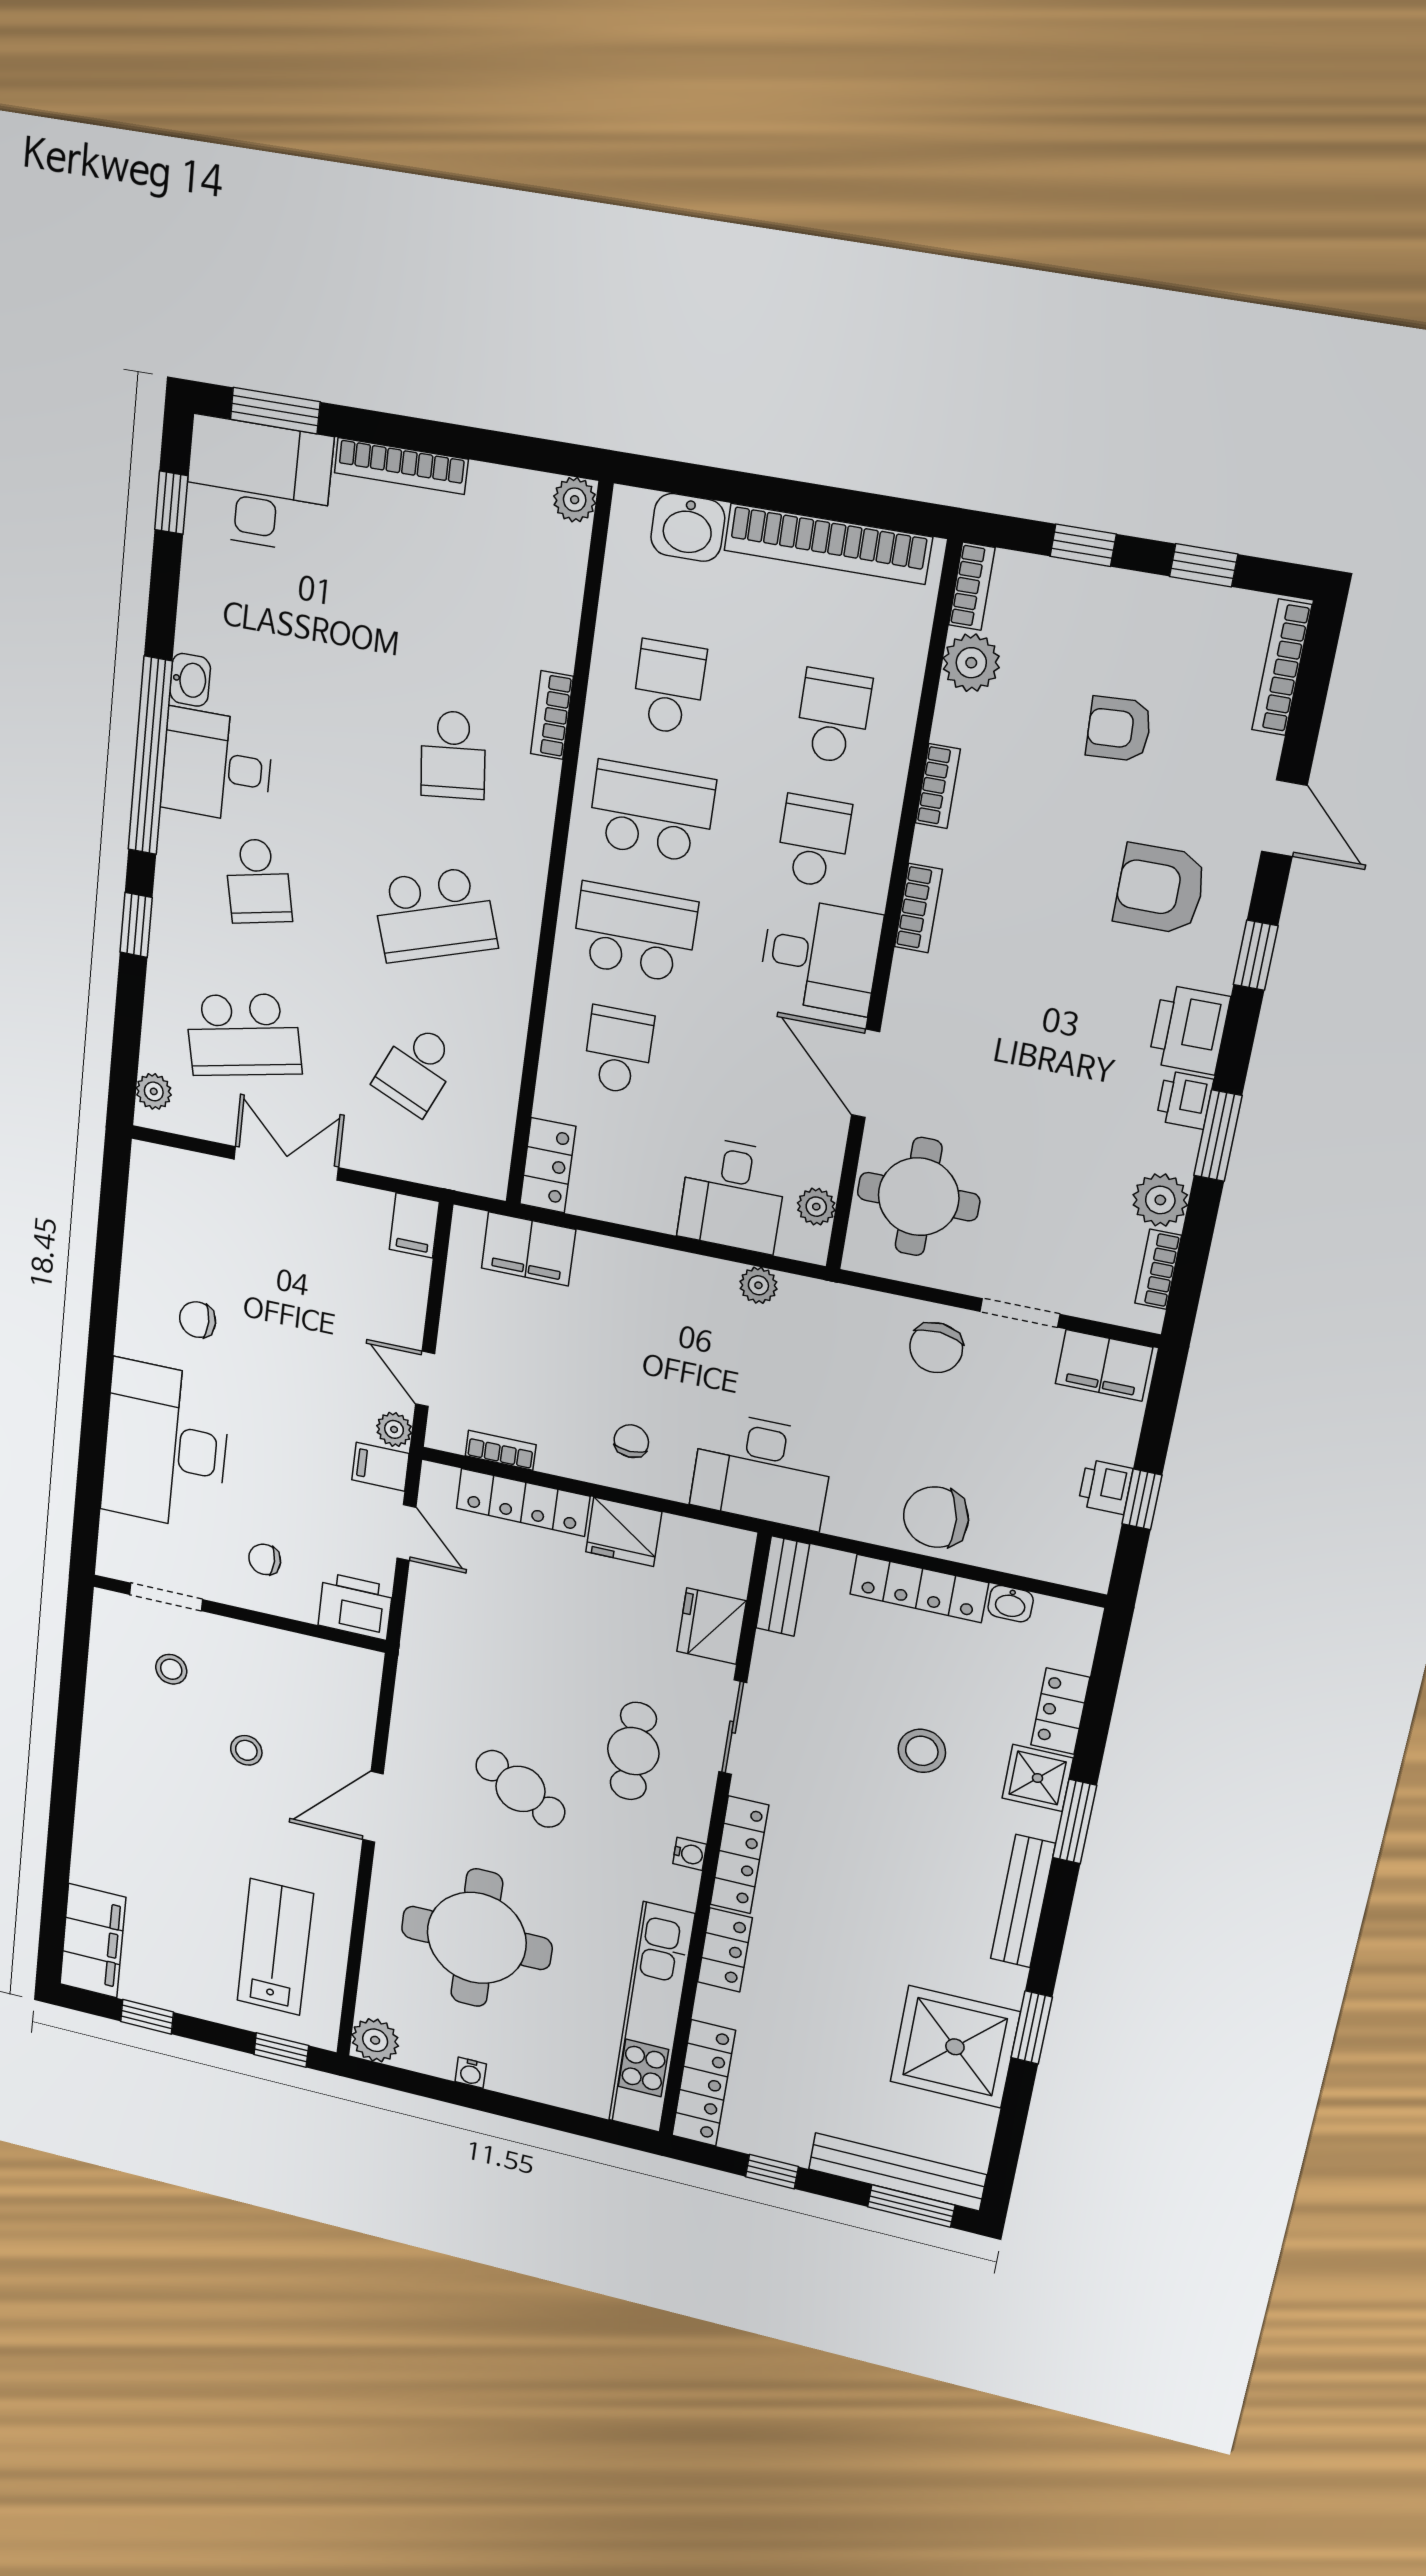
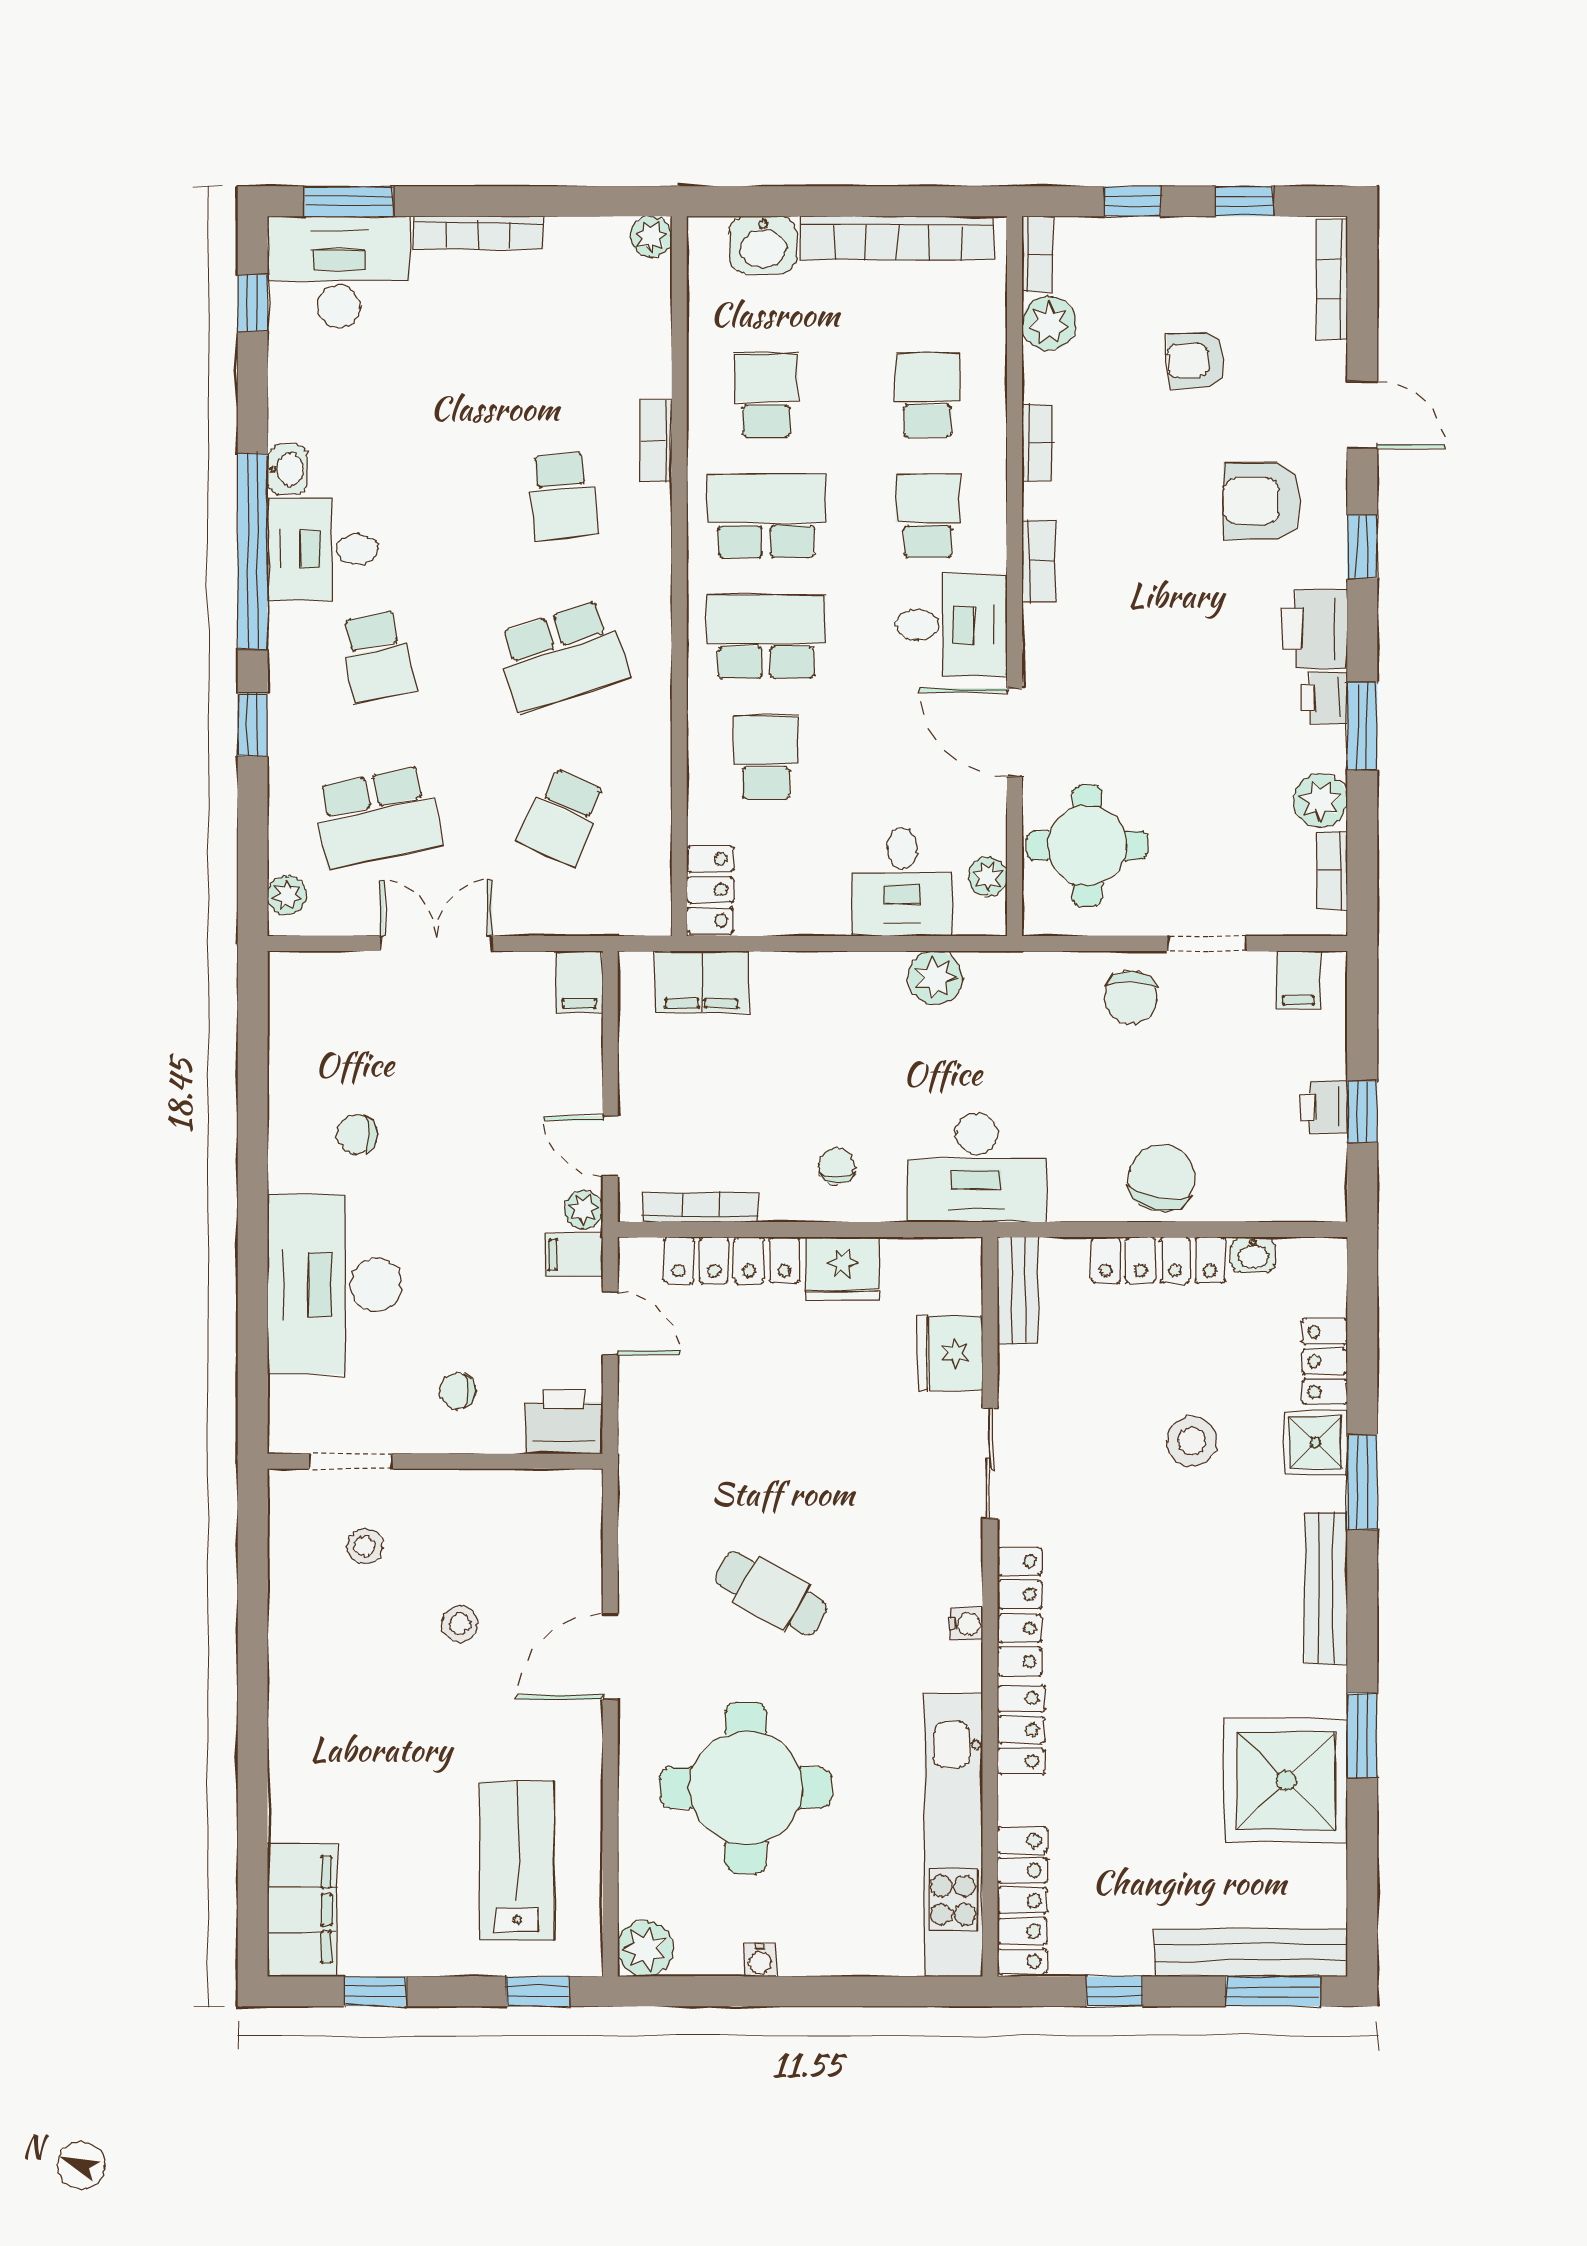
plant: (758, 1285) -> (935, 978), width x1.38, depth x1.38
filing cabinet: (1104, 1365) -> (1299, 980), width x0.50
bookcase: (501, 1450) -> (700, 1207), width x1.56
chair: (936, 1517) -> (1162, 1178), turned 107
cafe table: (633, 1751) -> (888, 1518), removed

